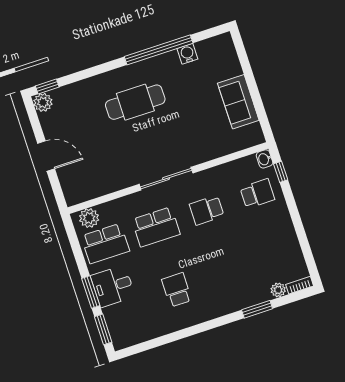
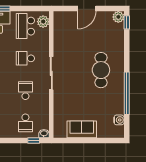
water cooler: (187, 54) -> (119, 120), moved
school desk: (156, 227) -> (25, 58), width x0.54

